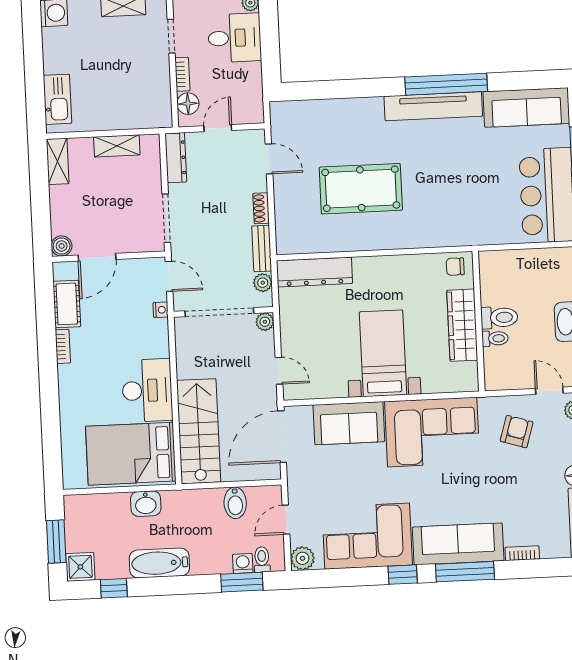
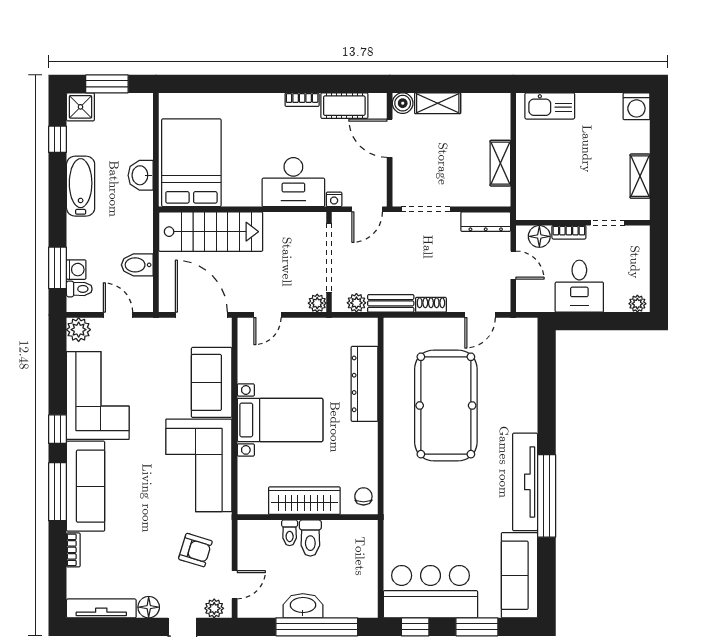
desk: (235, 38) -> (579, 286), moved
shelving: (58, 161) -> (438, 103), moved
pool table: (361, 189) -> (446, 405), width x1.36, depth x1.32
dresser: (314, 272) -> (365, 384), moved
desk: (147, 390) -> (293, 182), moved

